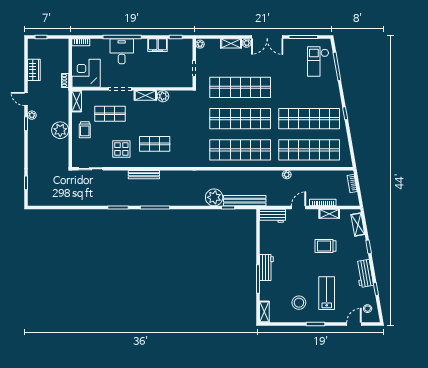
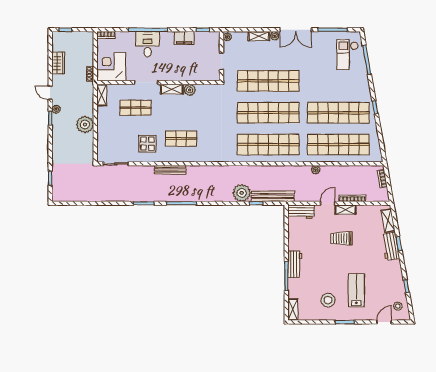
trolley: (85, 130) -> (110, 124), removed
shelving: (329, 214) -> (345, 210), moved
trolley: (325, 246) -> (341, 238), moved
workbench: (365, 273) -> (391, 246), moved

